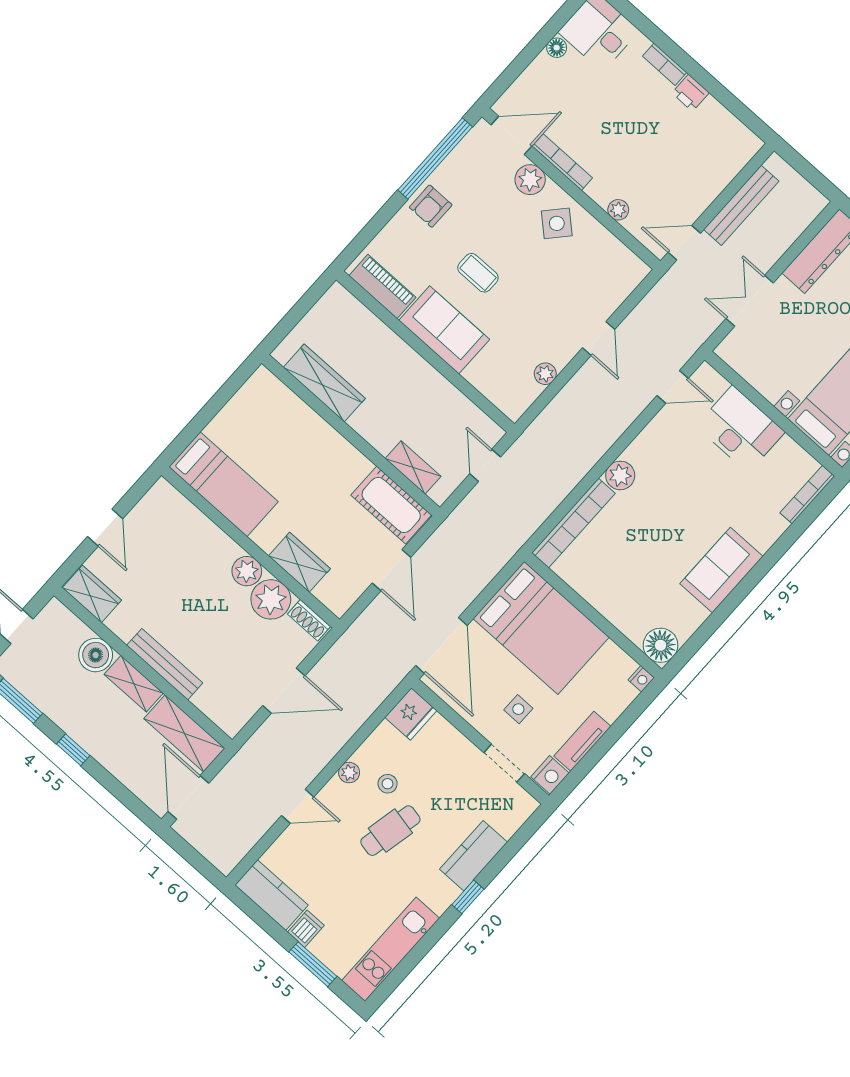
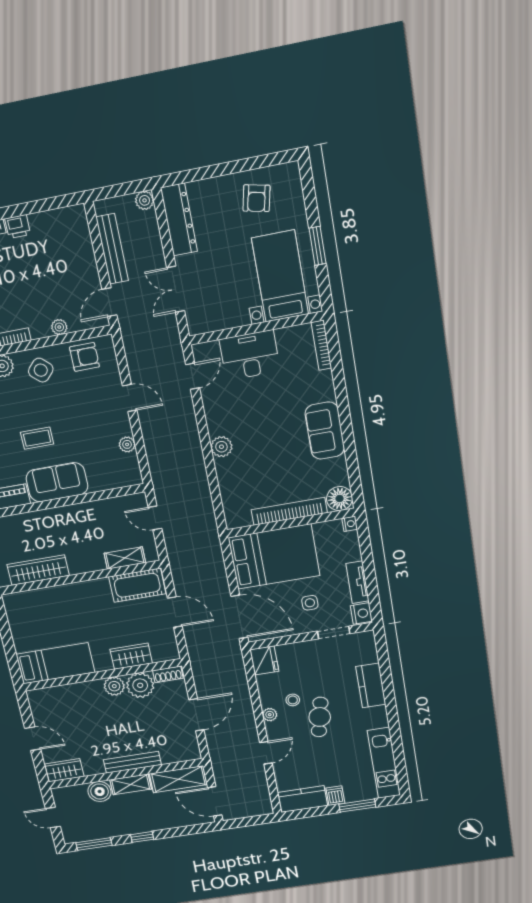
plant: (815, 202) -> (145, 200), added
armchair: (606, 259) -> (84, 357), added
bookcase: (573, 523) -> (289, 511), moved, turned -90
window: (468, 897) -> (391, 705), removed

